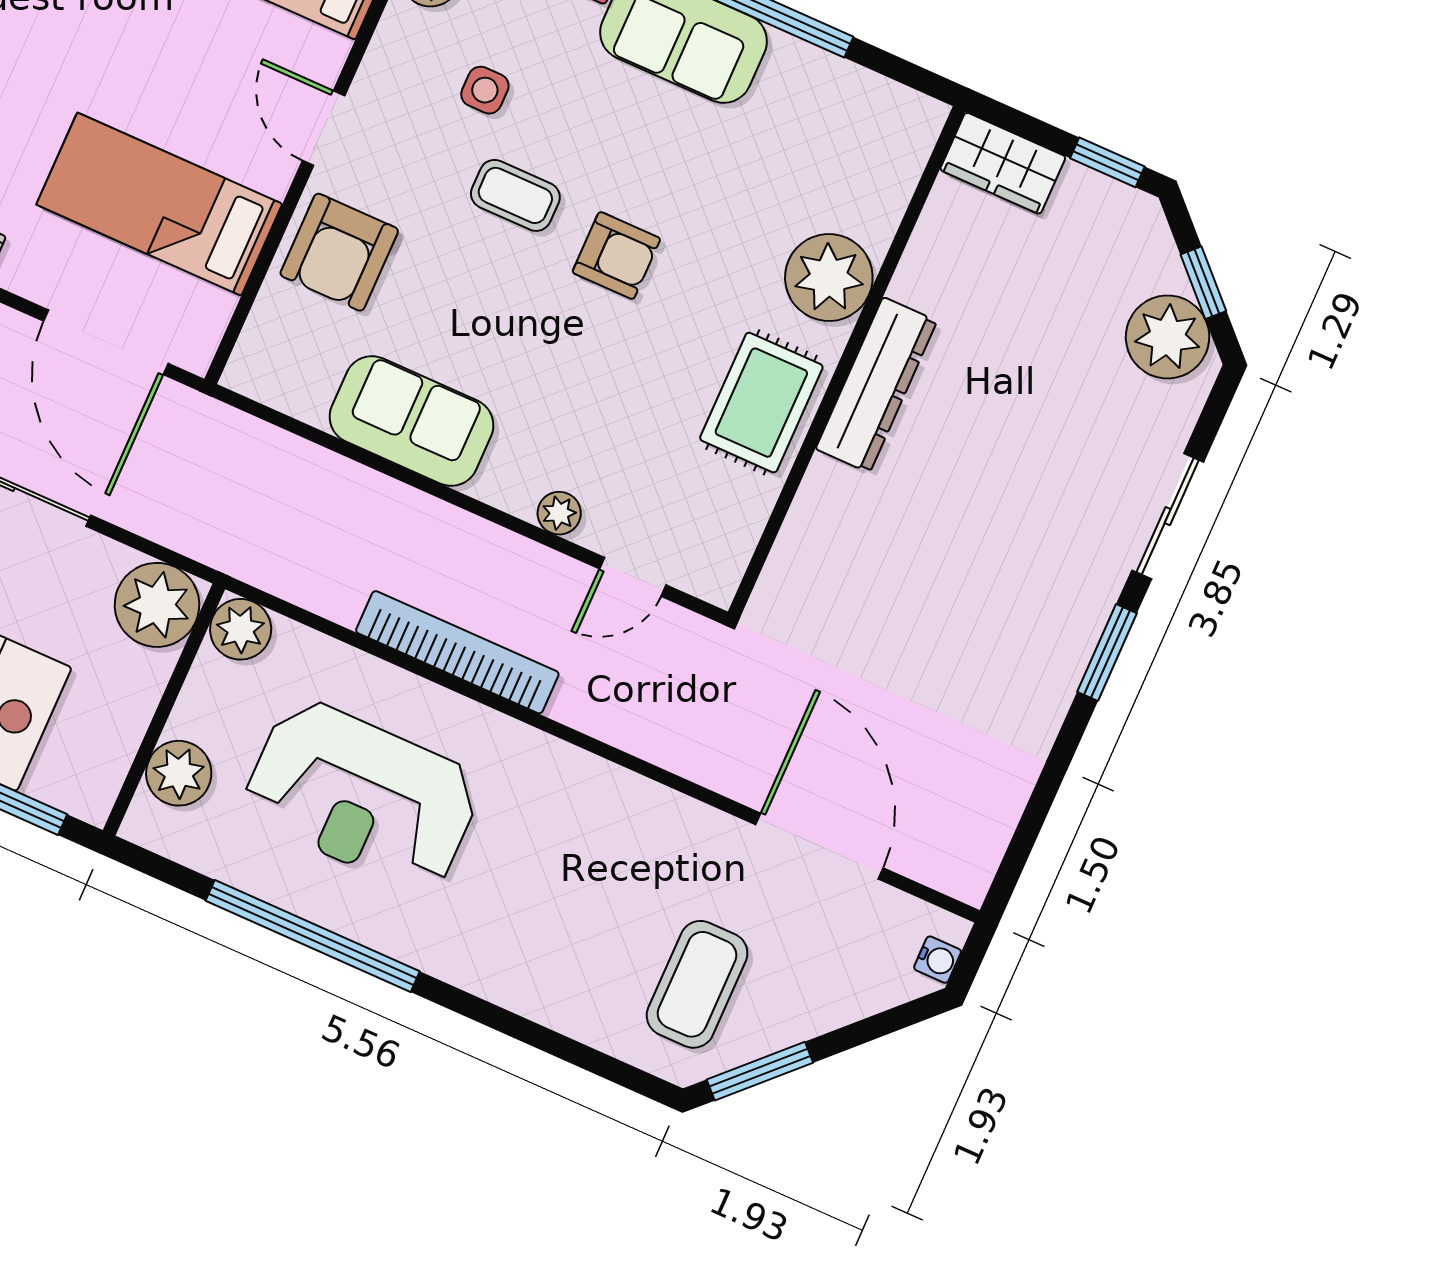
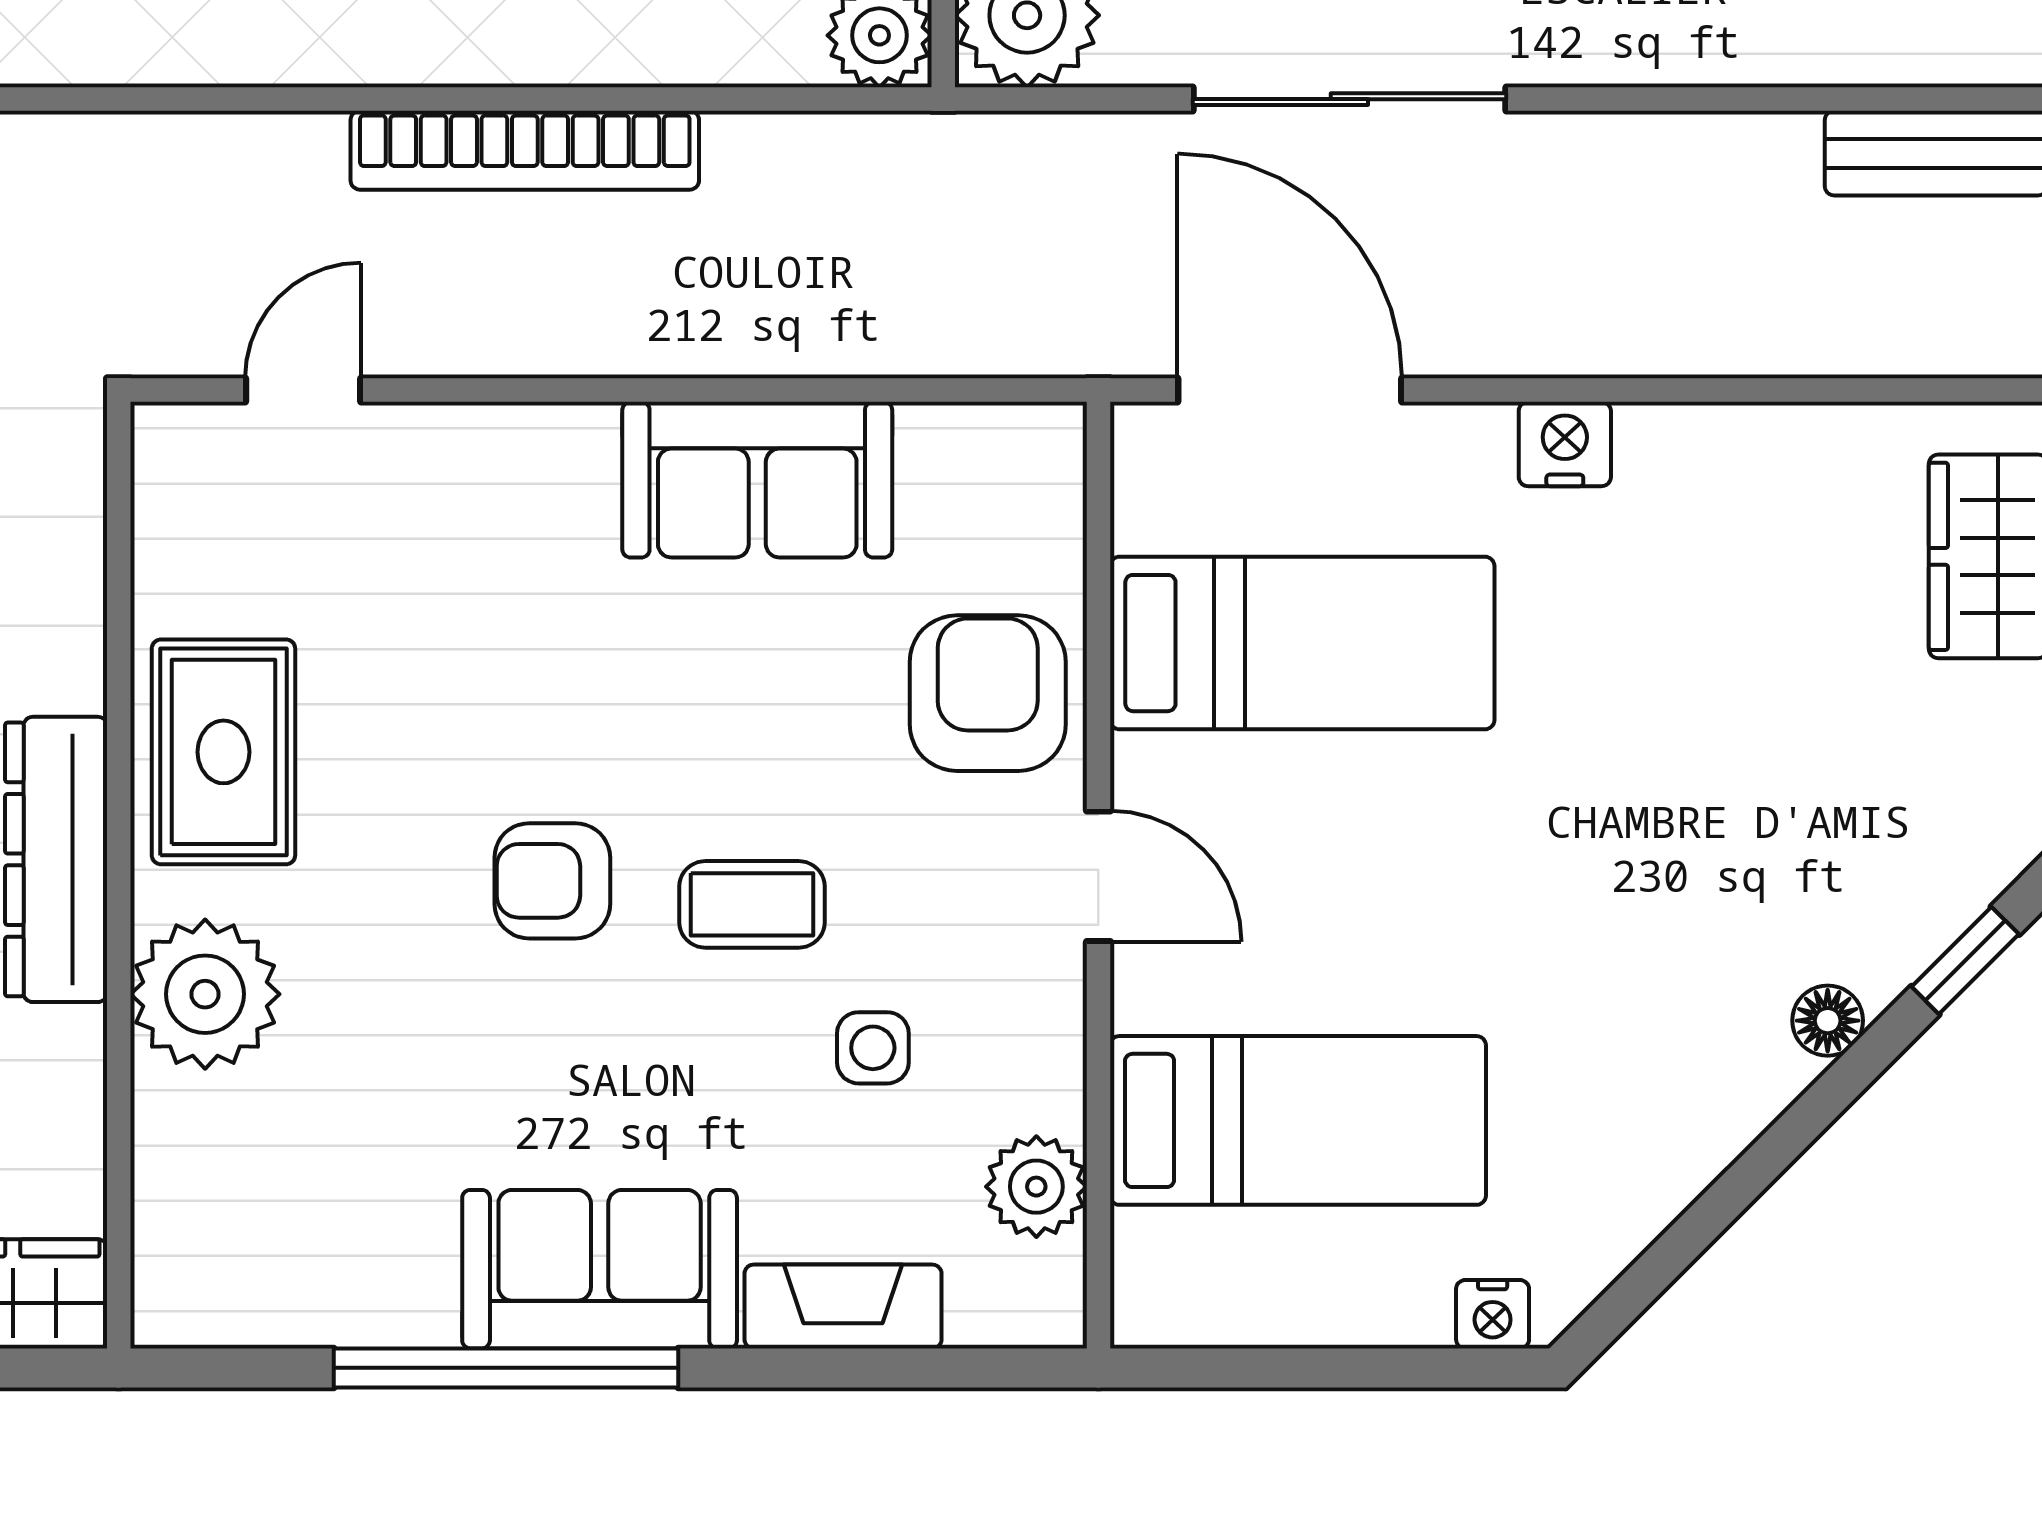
plant: (559, 513) -> (462, 438), removed

